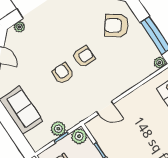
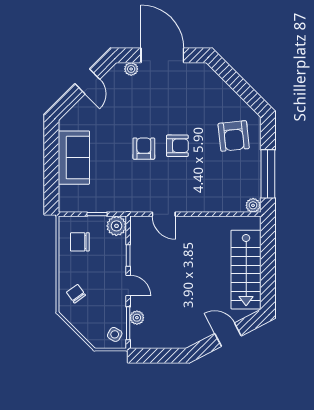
armchair: (116, 26) -> (234, 136), turned -132
plant: (58, 129) -> (100, 203), removed

